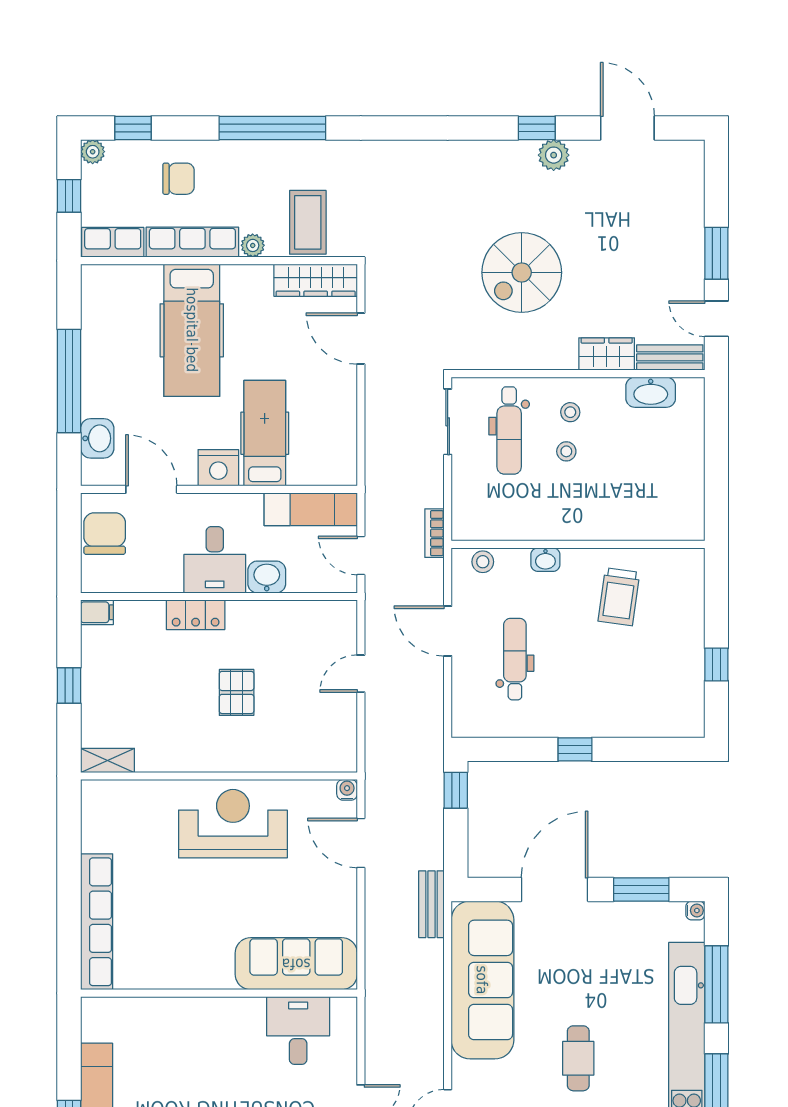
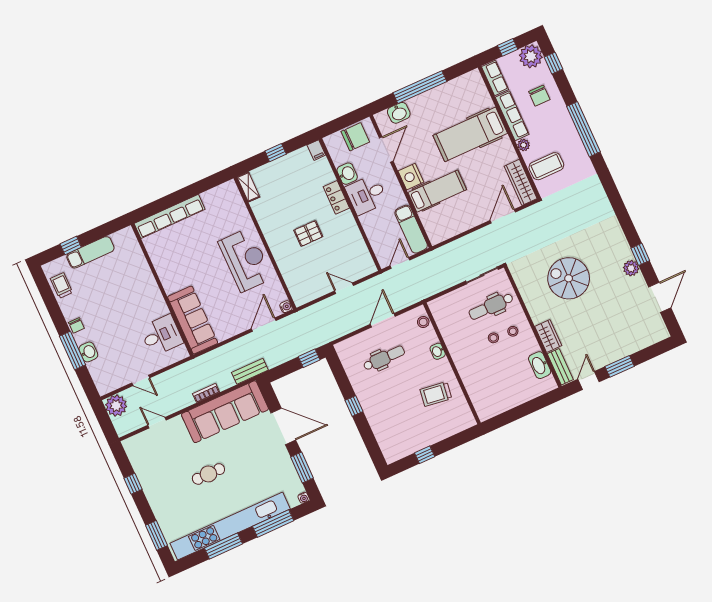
plant: (93, 152) -> (531, 56), width x1.87, depth x1.87
bookcase: (434, 533) -> (206, 393), moved
washbasin: (267, 577) -> (347, 174), moved

